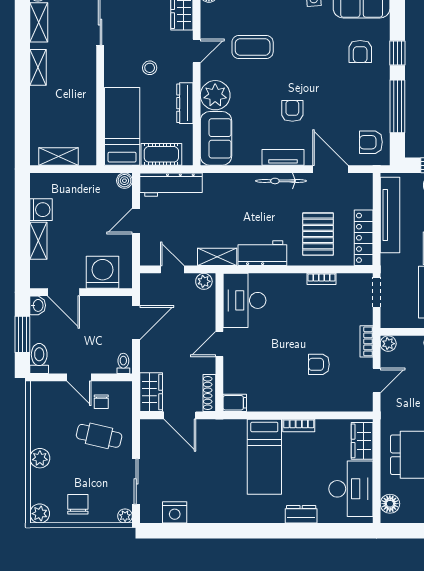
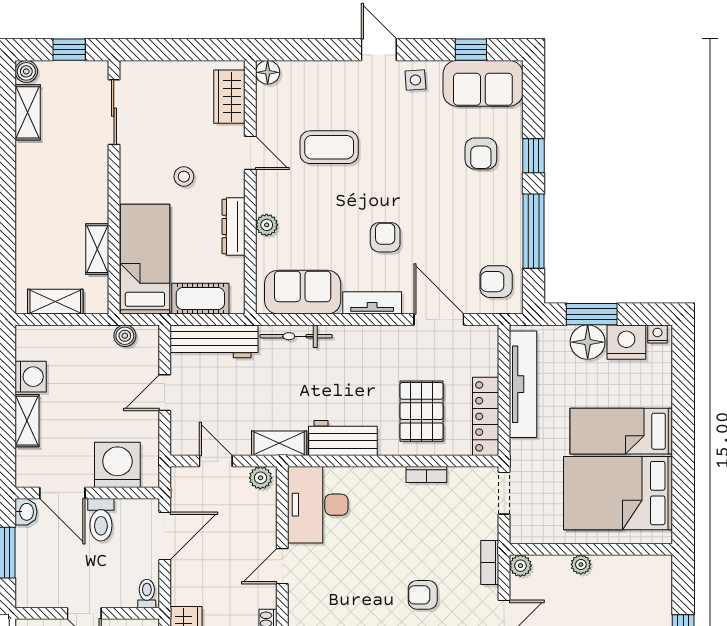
door: (197, 51) -> (250, 153), hinge flipped
shelving: (38, 67) -> (97, 249), moved
plant: (215, 95) -> (267, 225), width x0.53, depth x0.53
sofa: (216, 138) -> (303, 292), moved, turned -90
boiler: (124, 181) -> (125, 336), moved
bicycle: (281, 181) -> (296, 336), moved
toilet: (39, 358) -> (101, 520), moved, turned 180

